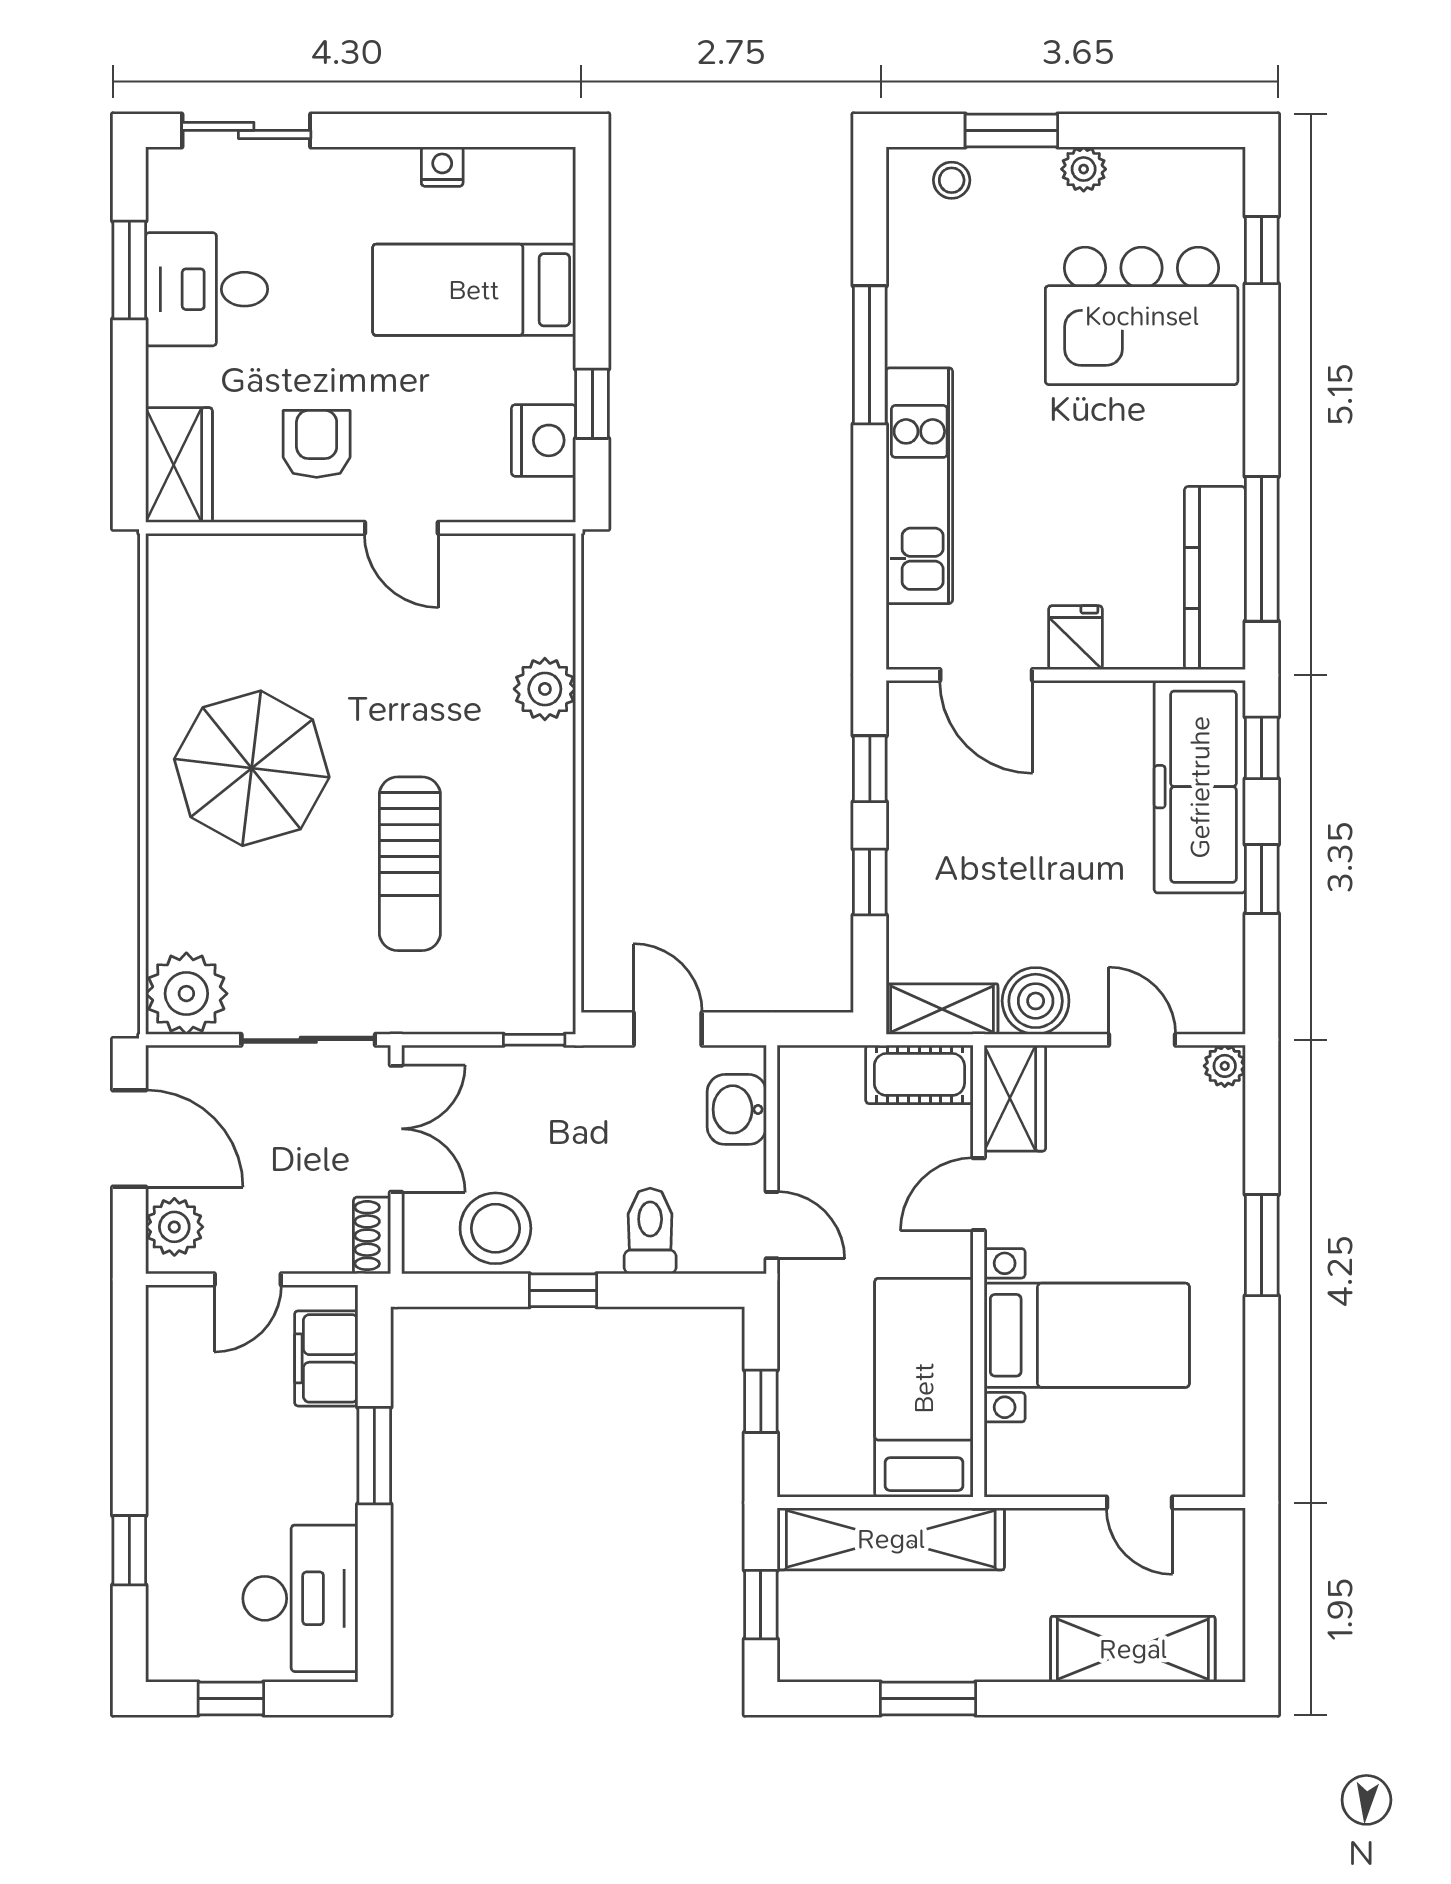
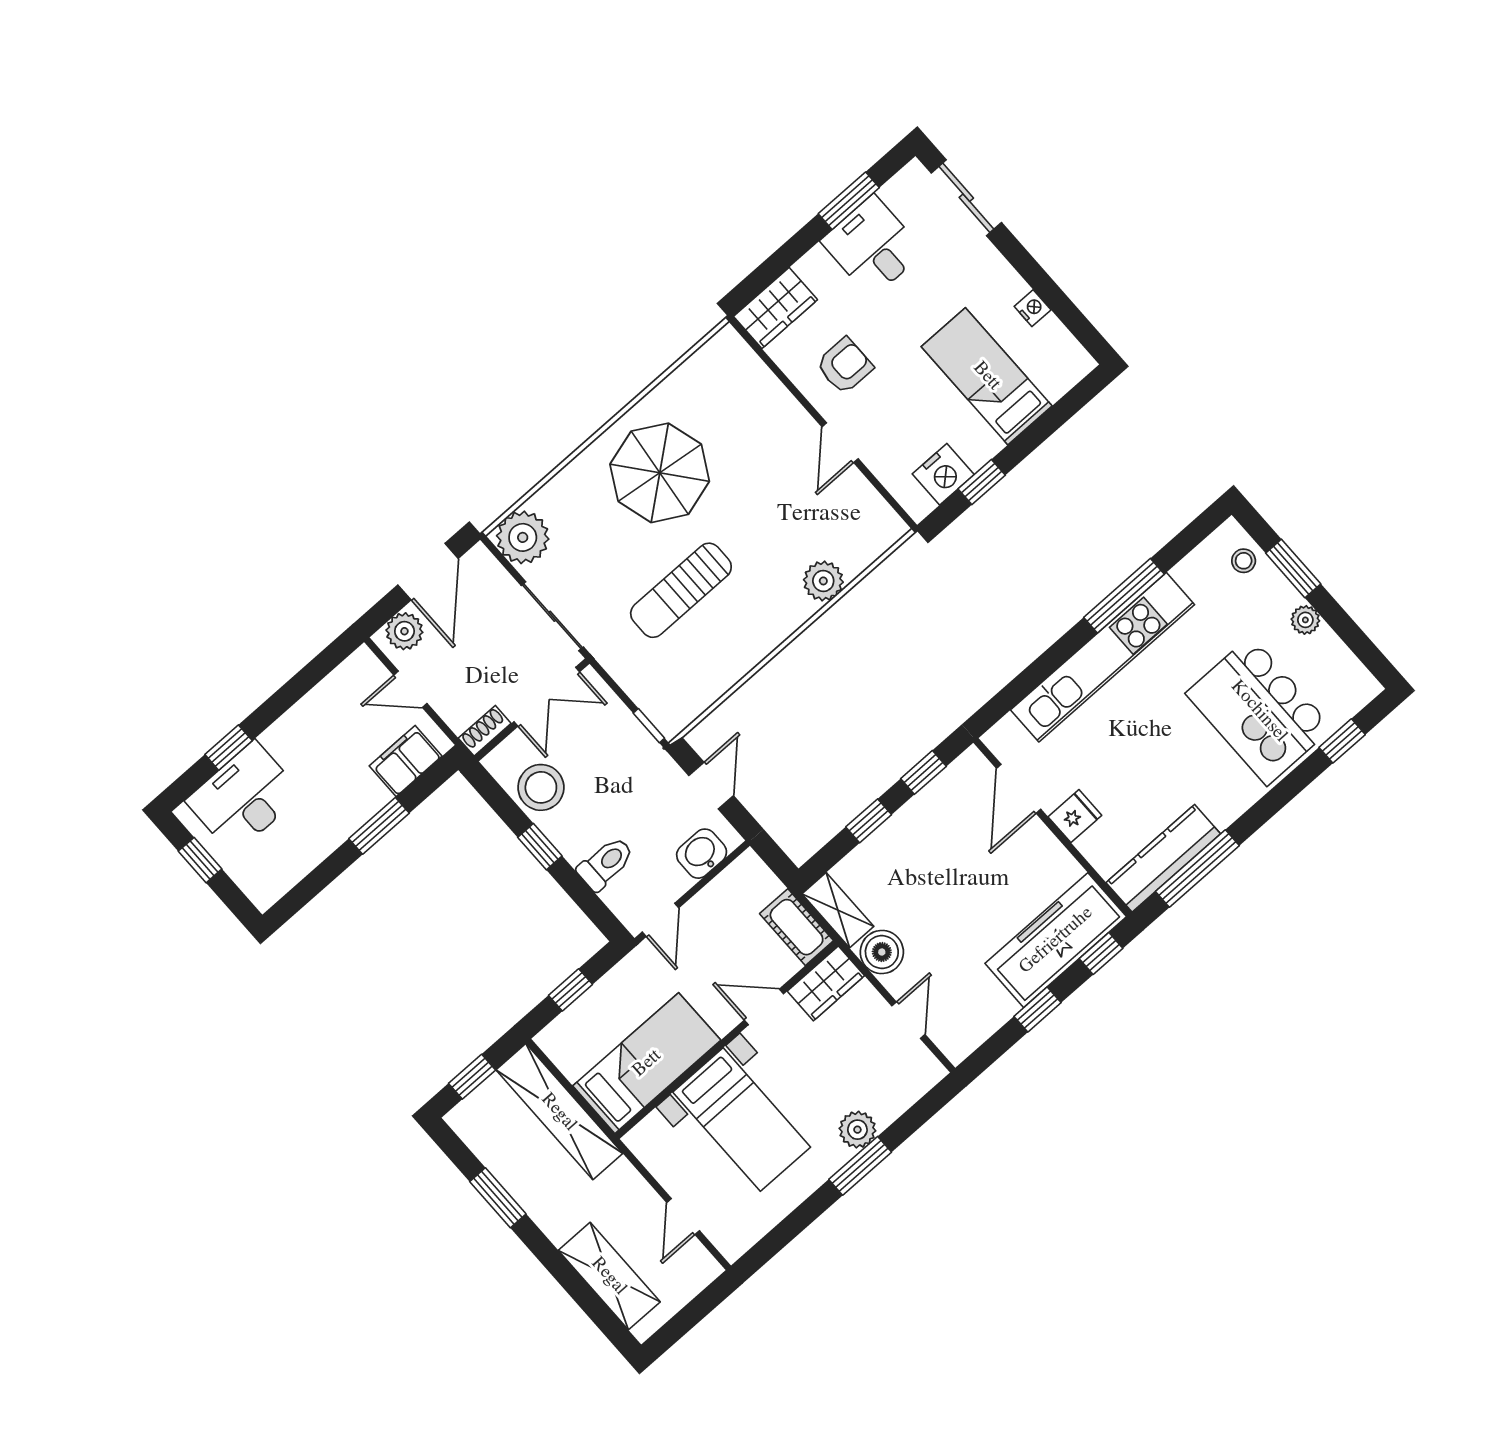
kitchen unit: (919, 486) -> (1103, 657), width x1.36
plant: (1225, 1066) -> (857, 1130), moved, width x1.38, depth x1.38
desk: (300, 1598) -> (244, 798), moved, turned 180

